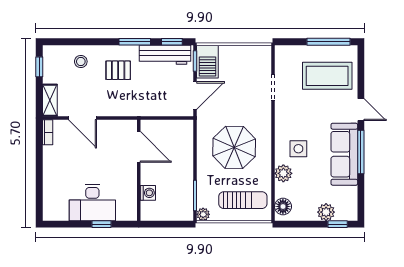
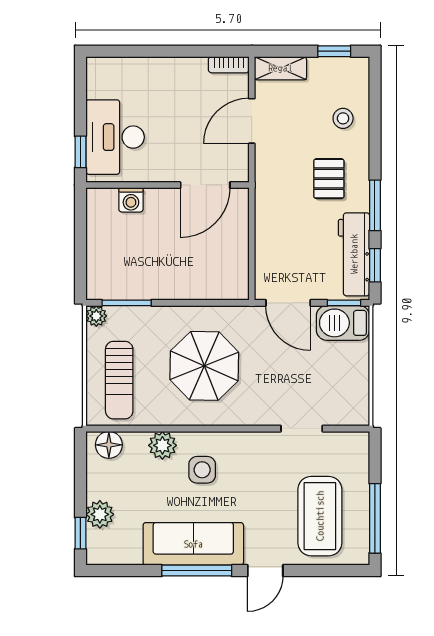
door: (139, 147) -> (205, 185), moved
wall: (139, 170) -> (167, 185), moved
washing machine: (148, 193) -> (131, 200), moved

